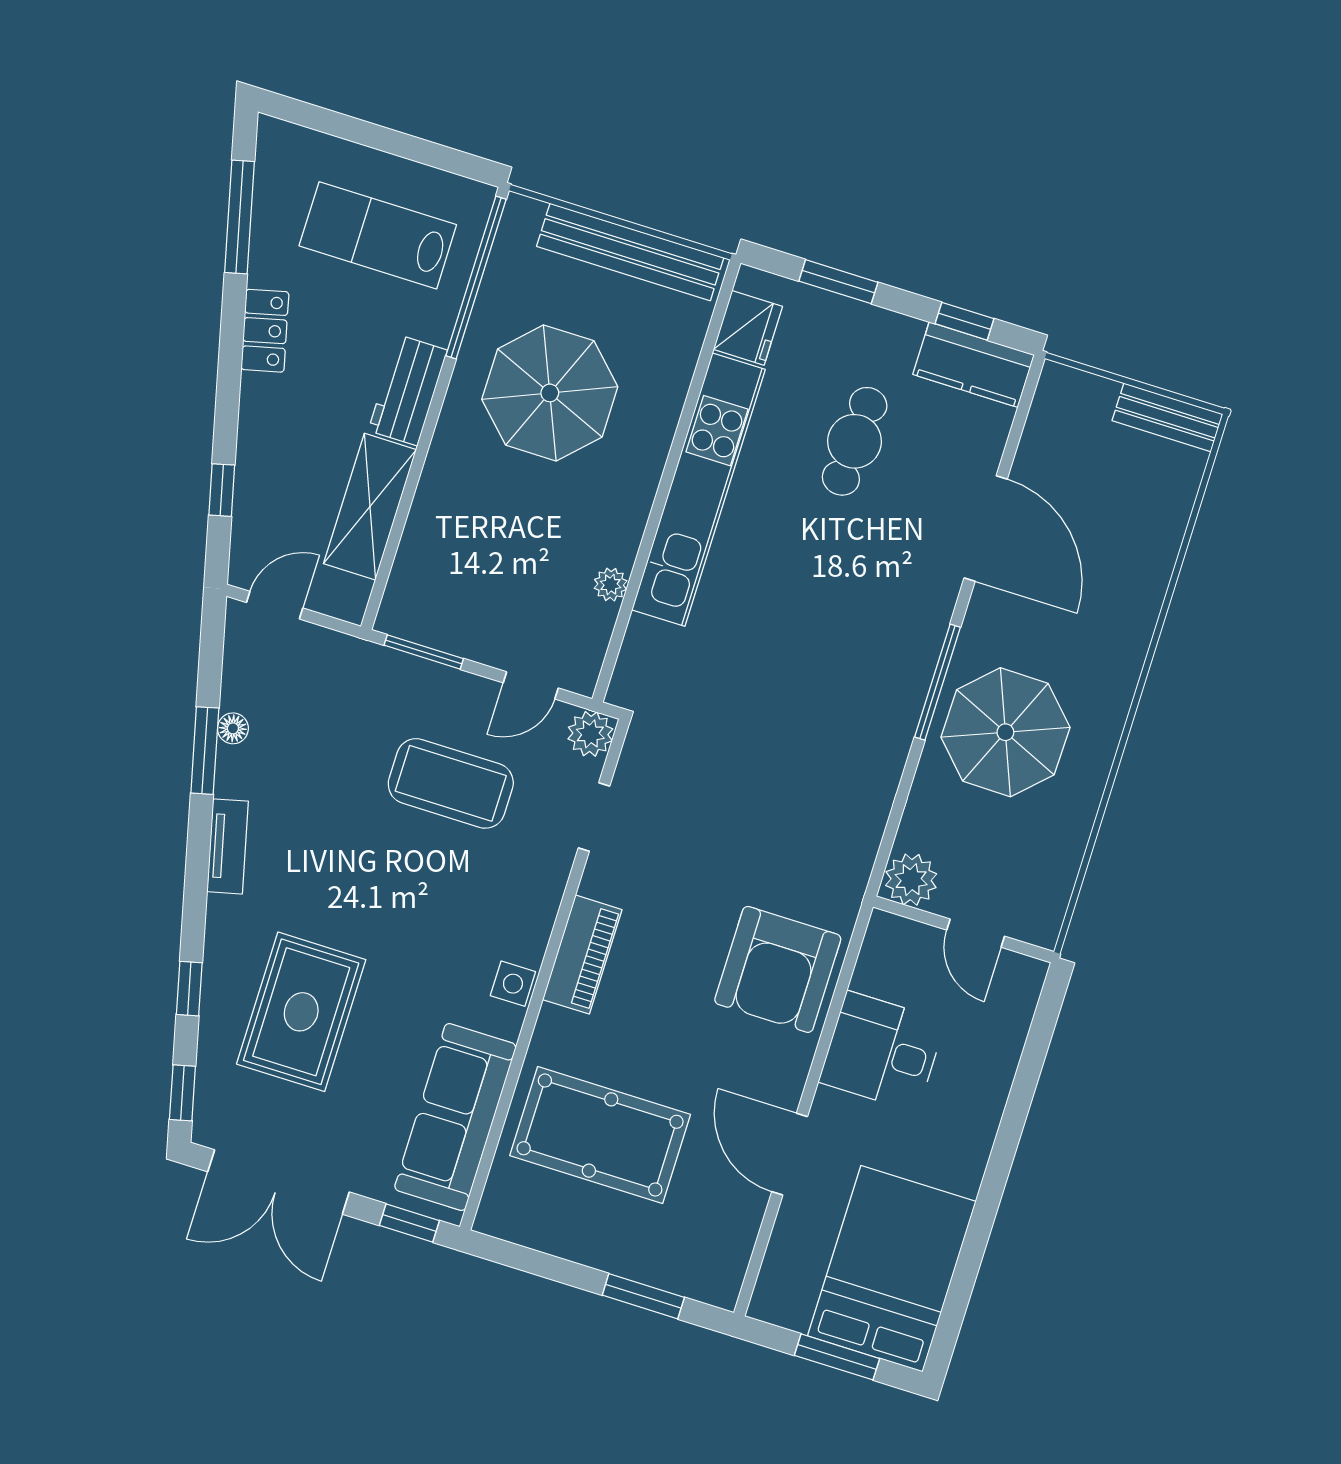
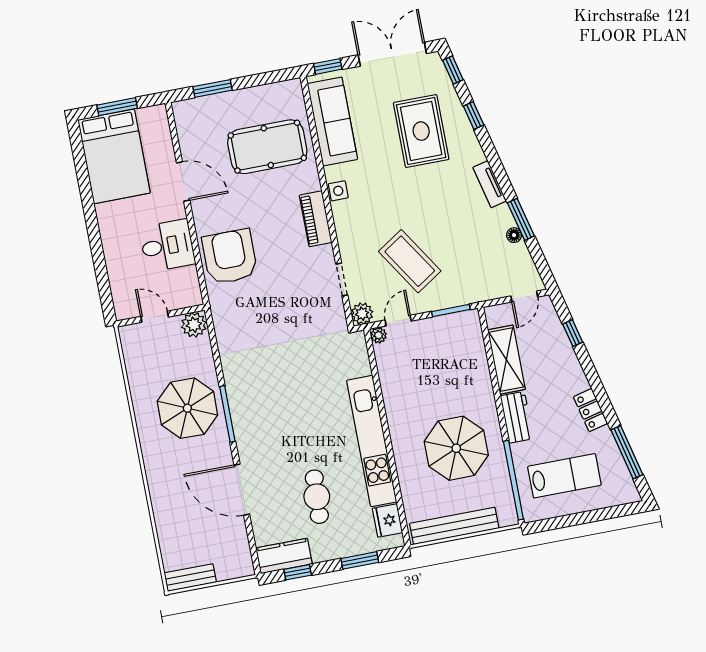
plant: (611, 585) -> (379, 335), moved
coffee table: (451, 783) -> (410, 261), turned 57

